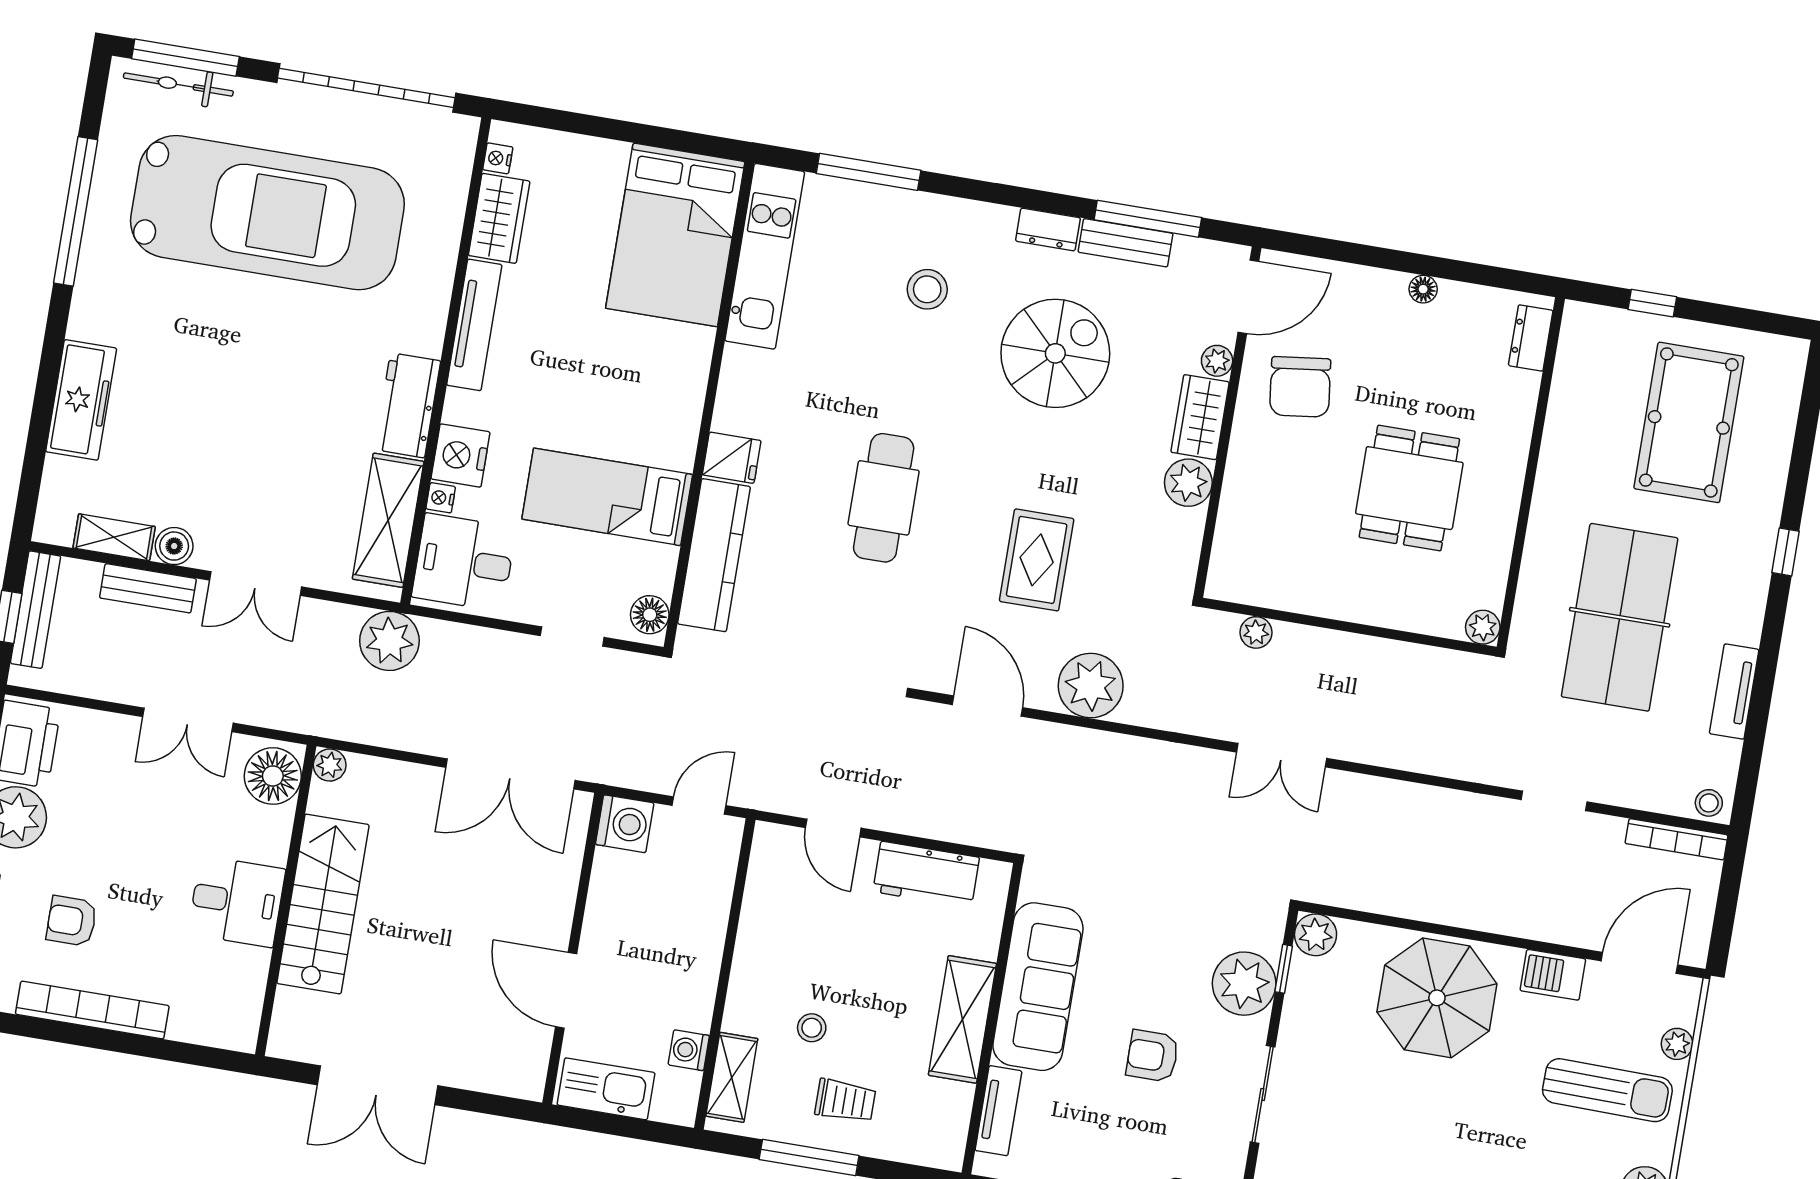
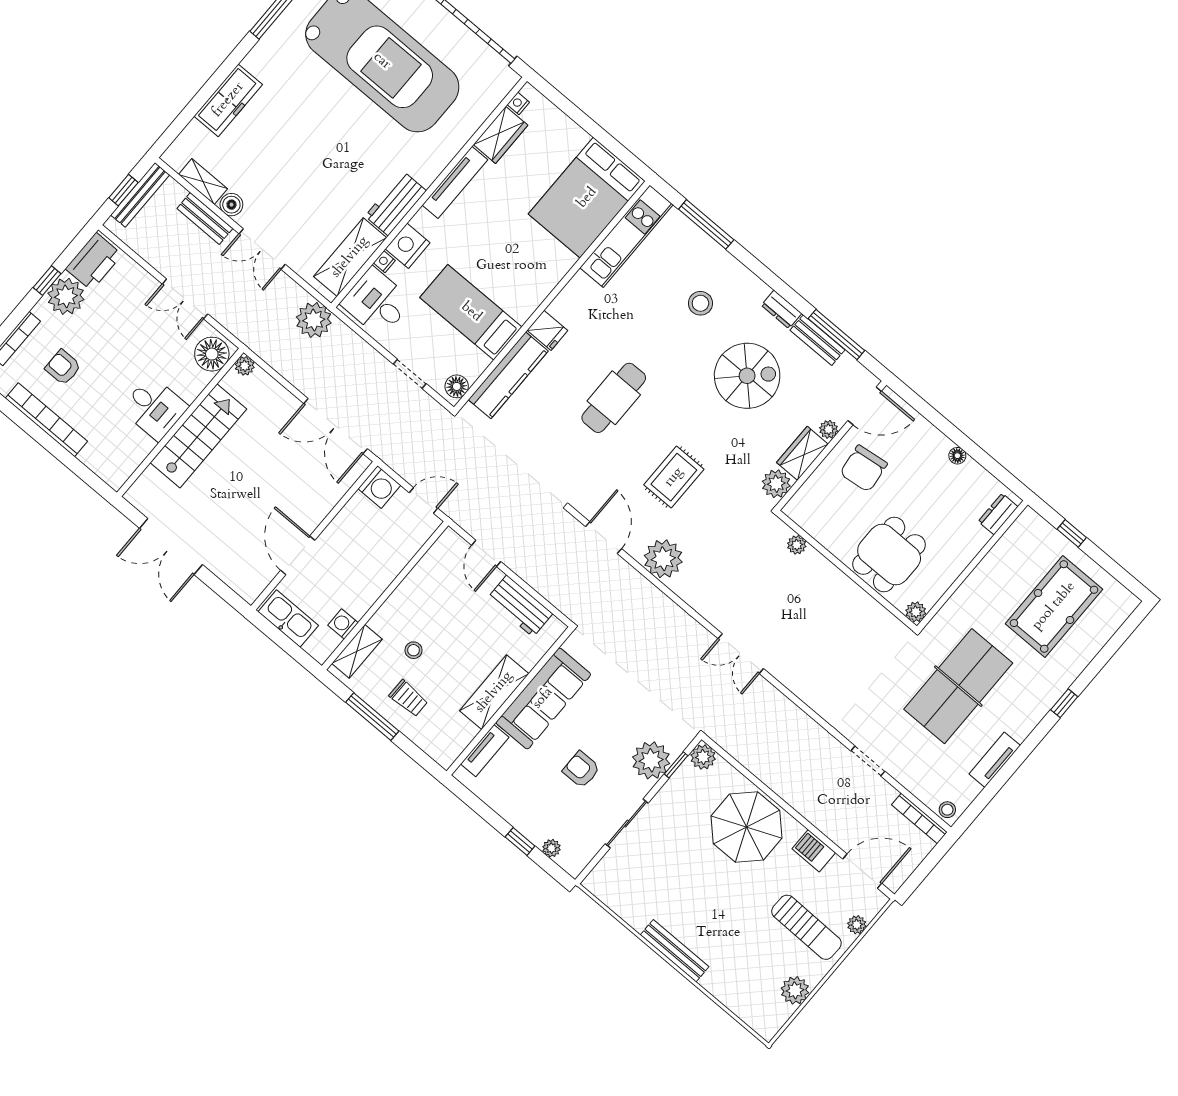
wall: (1349, 627) -> (847, 571), moved
plant: (1483, 627) -> (916, 612), moved
plant: (1256, 632) -> (797, 545), moved

